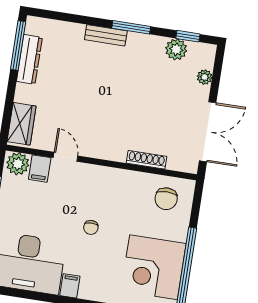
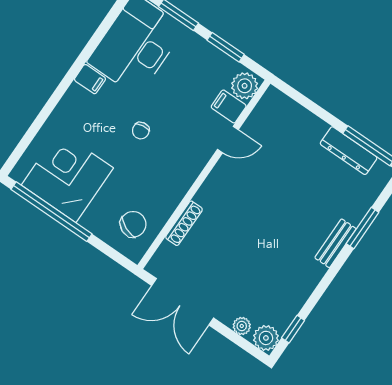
window: (131, 27) -> (363, 228), moved
plant: (176, 49) -> (266, 338), moved
wardrobe: (22, 124) -> (285, 110), removed
chair: (166, 199) -> (133, 224), turned 114
chair: (91, 227) -> (141, 131), turned -98

